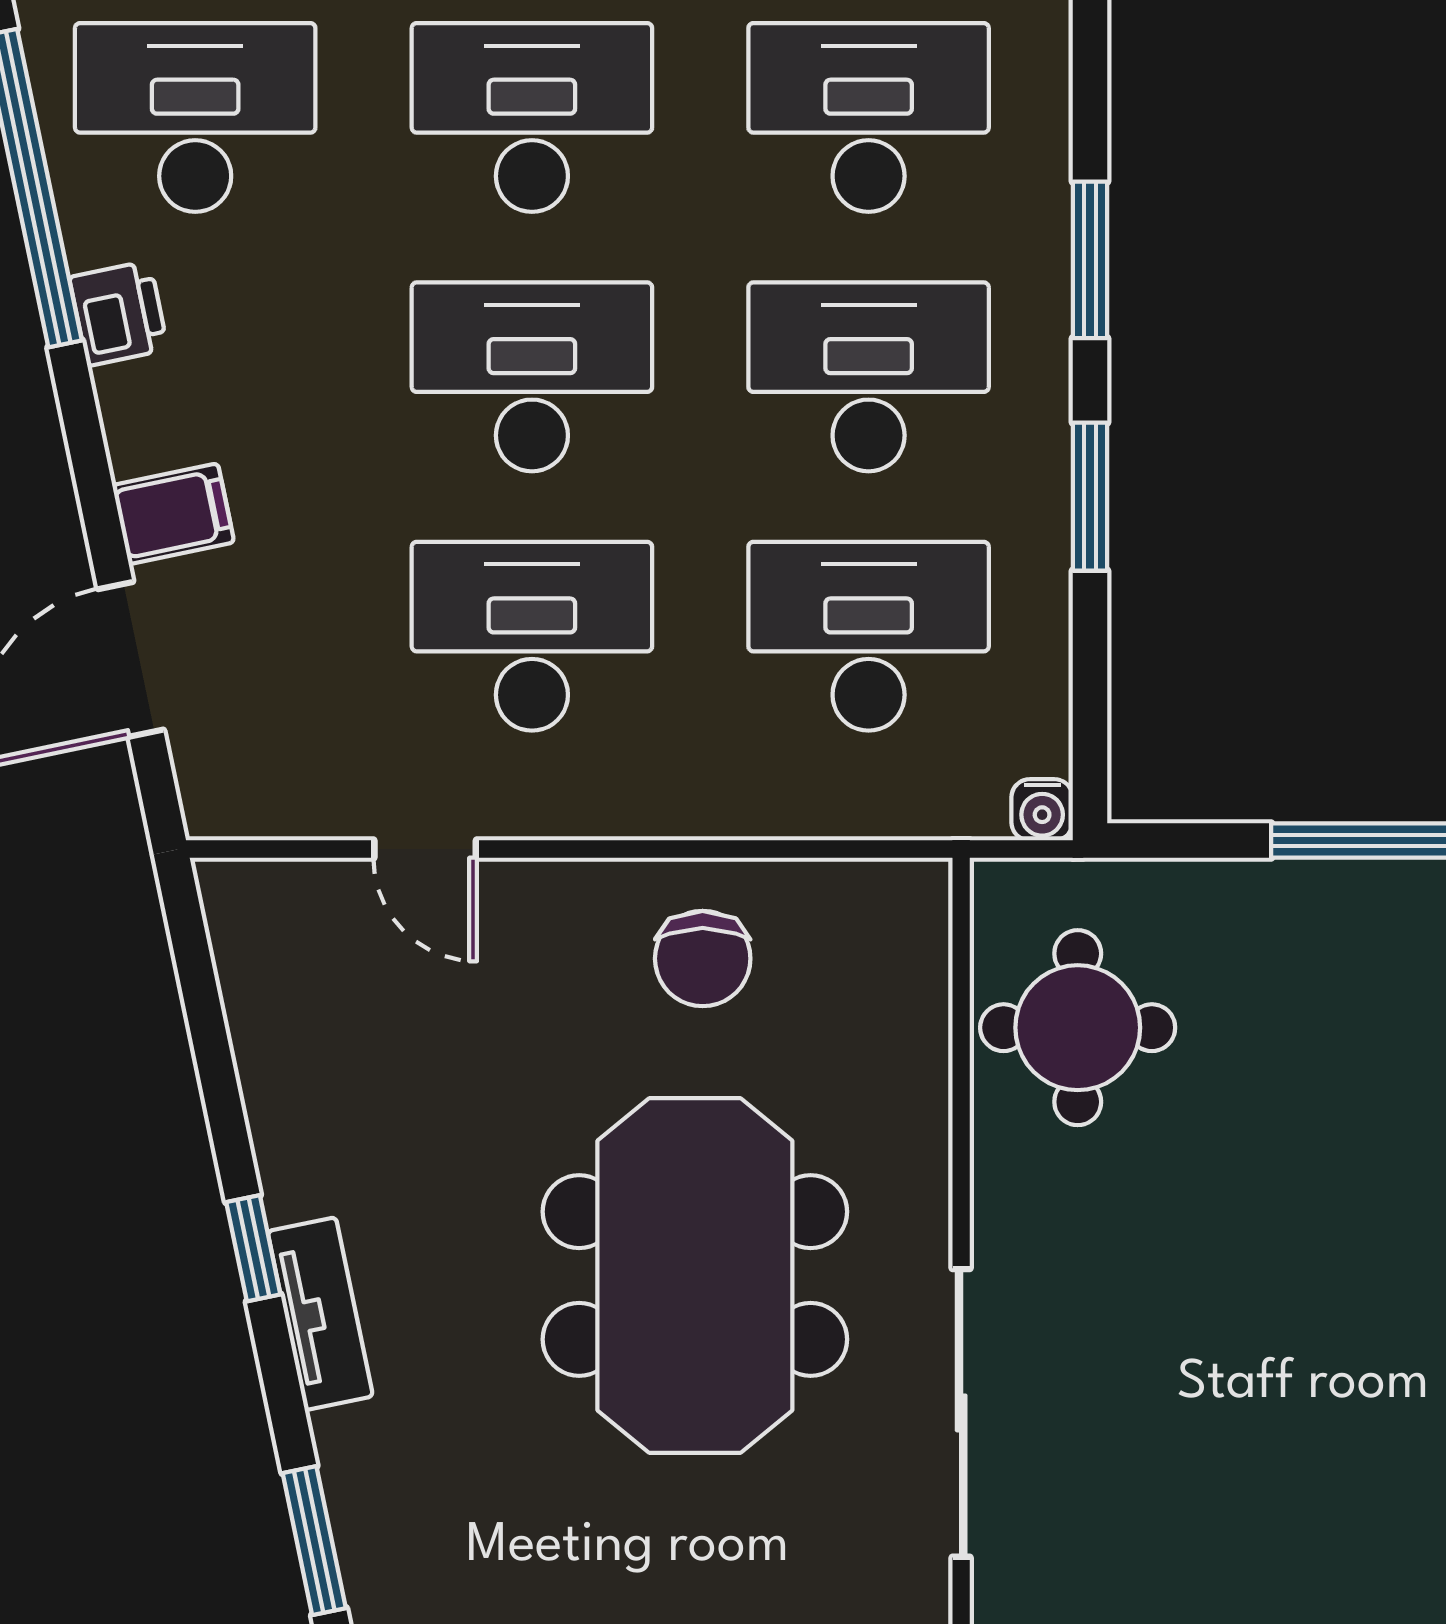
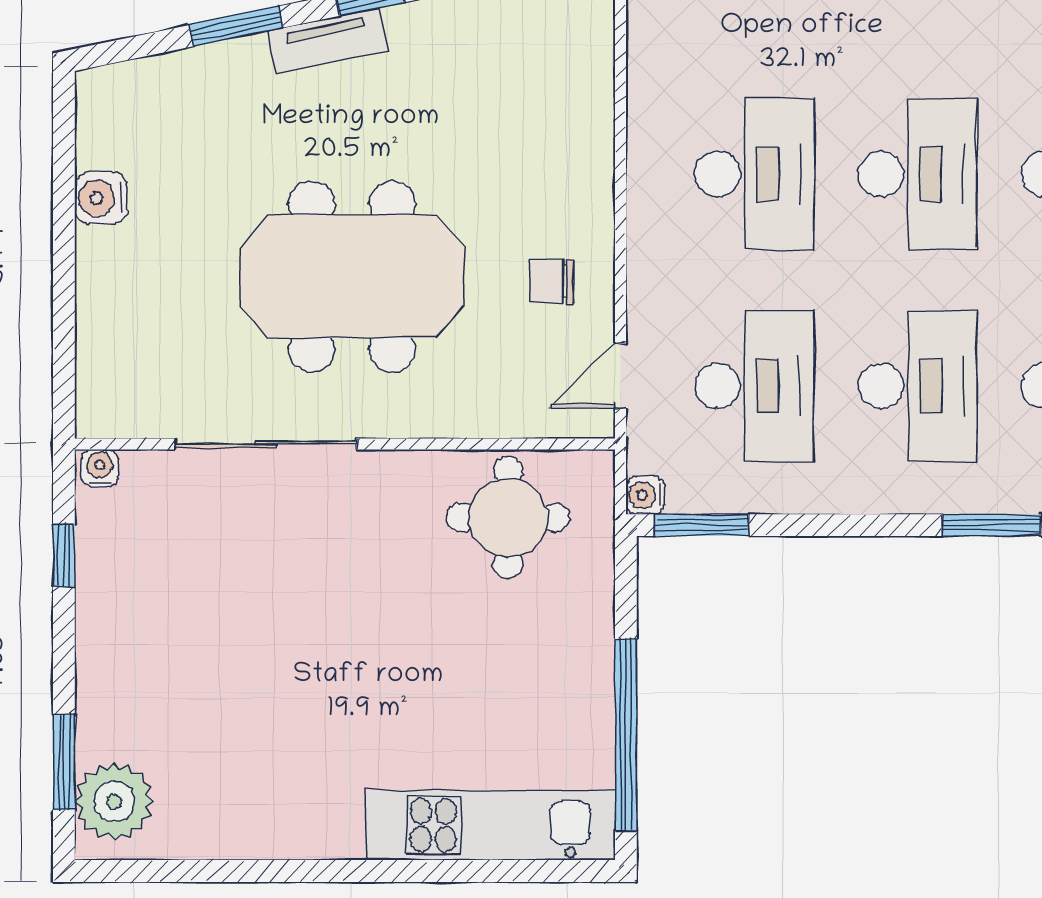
window: (1090, 497) -> (702, 525), moved
door: (425, 849) -> (620, 376), moved
chair: (703, 959) -> (552, 281), width x0.73, depth x0.73
window: (314, 1541) -> (236, 26), moved

